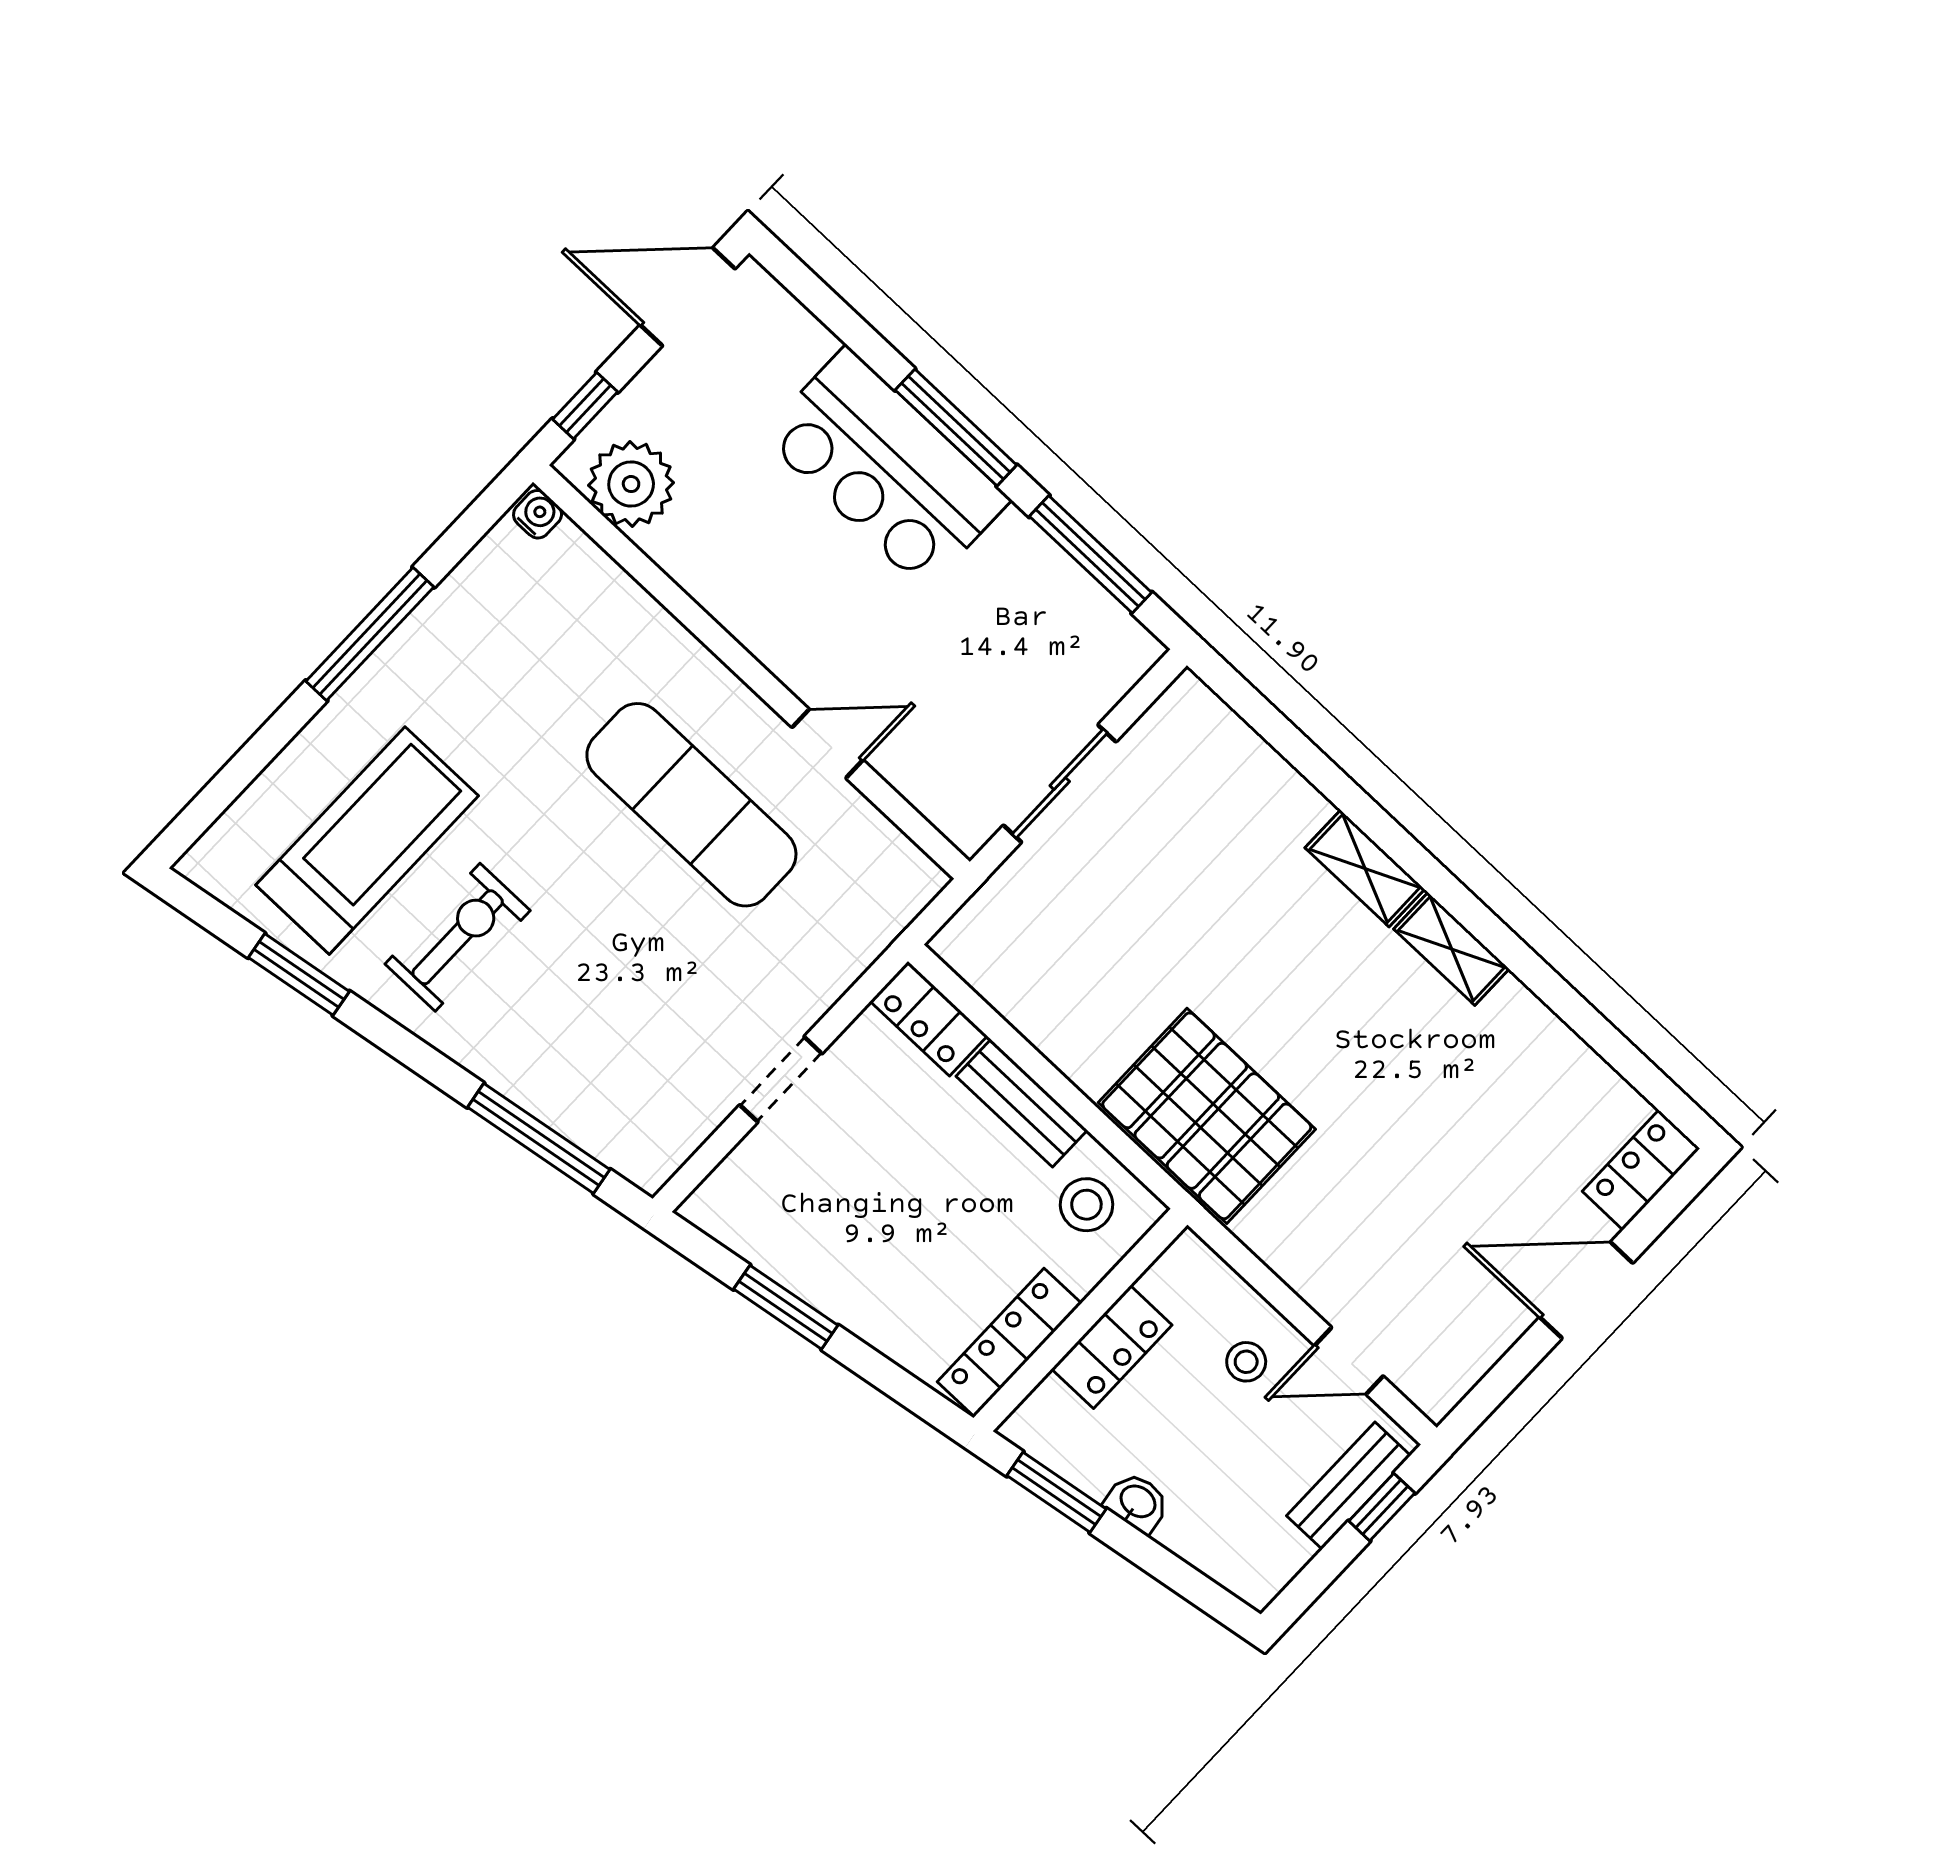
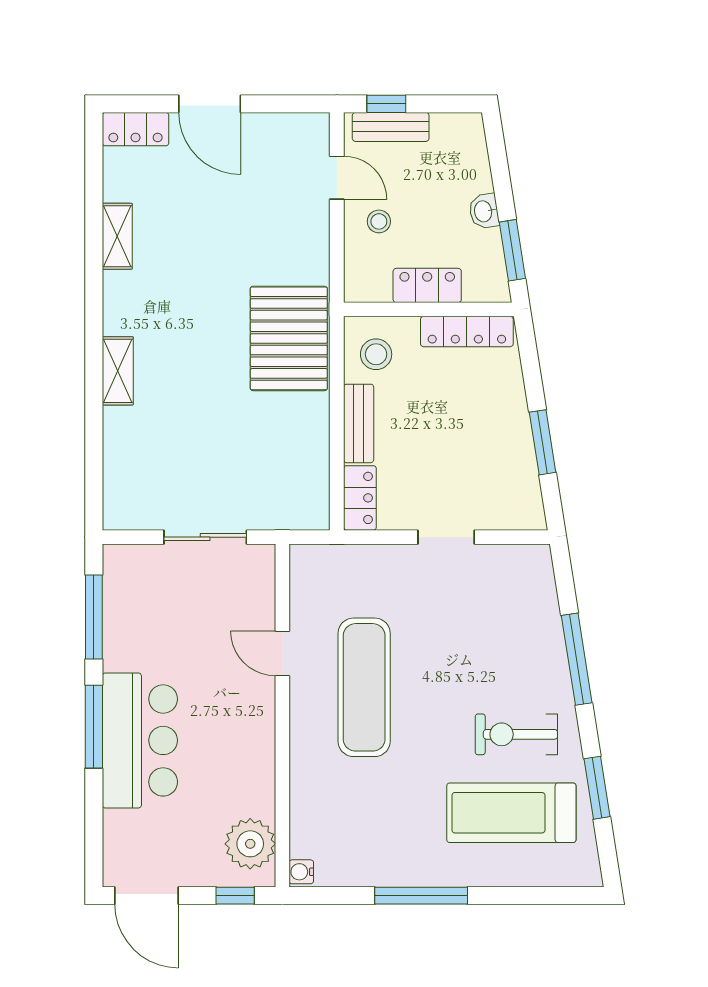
shelving: (1452, 949) -> (117, 236), moved
window: (539, 1138) -> (577, 659), moved

